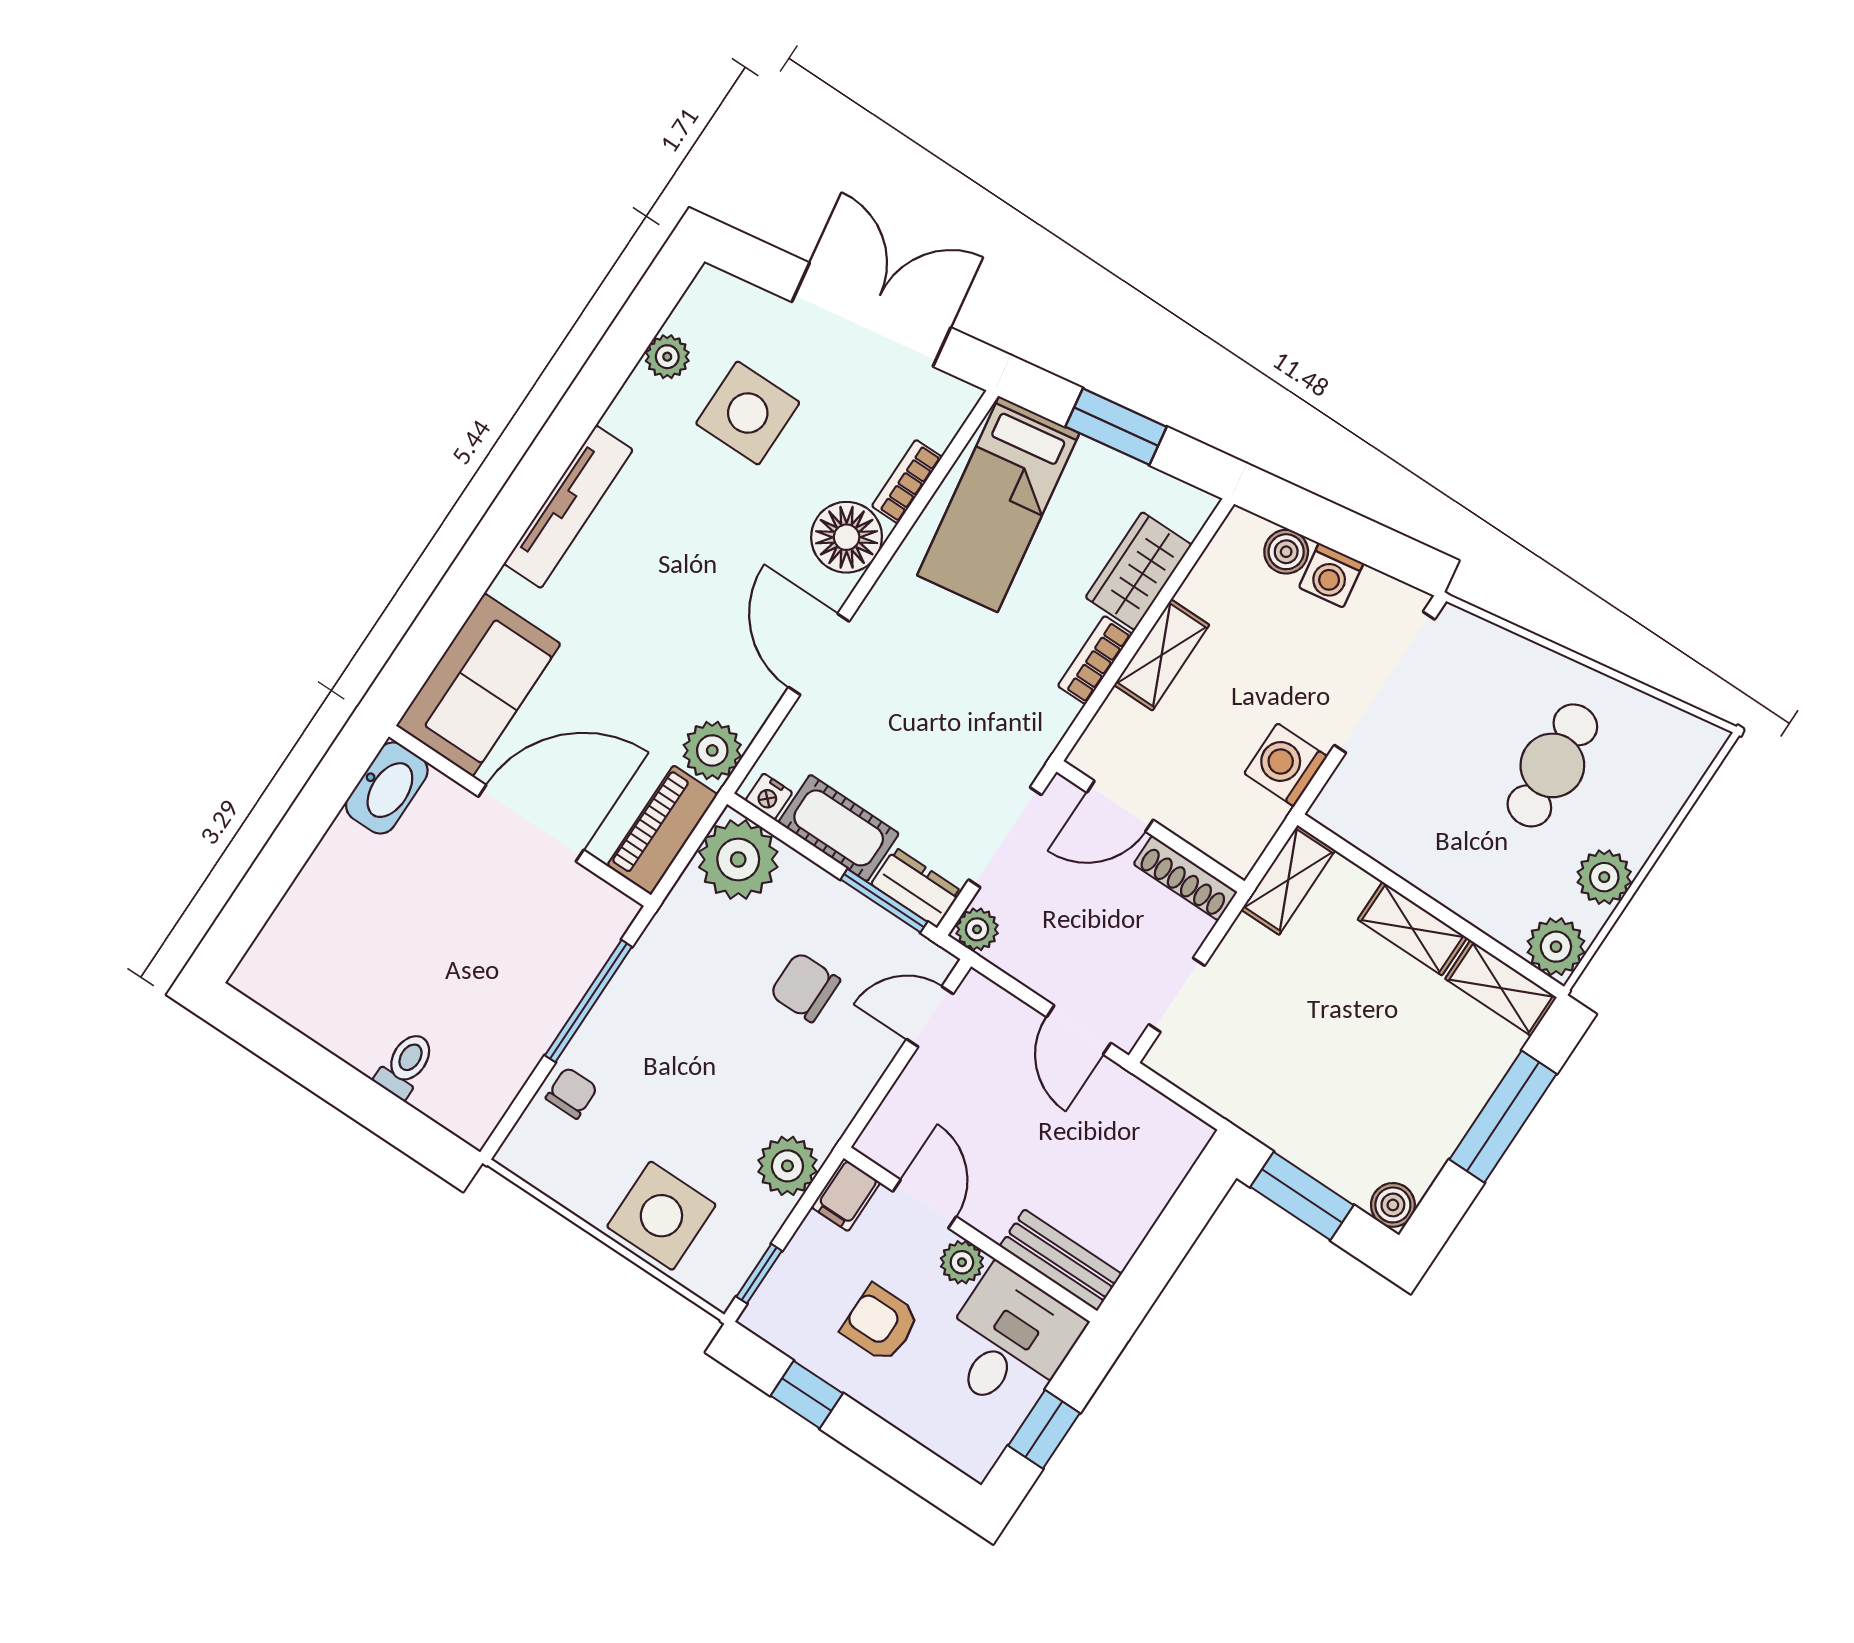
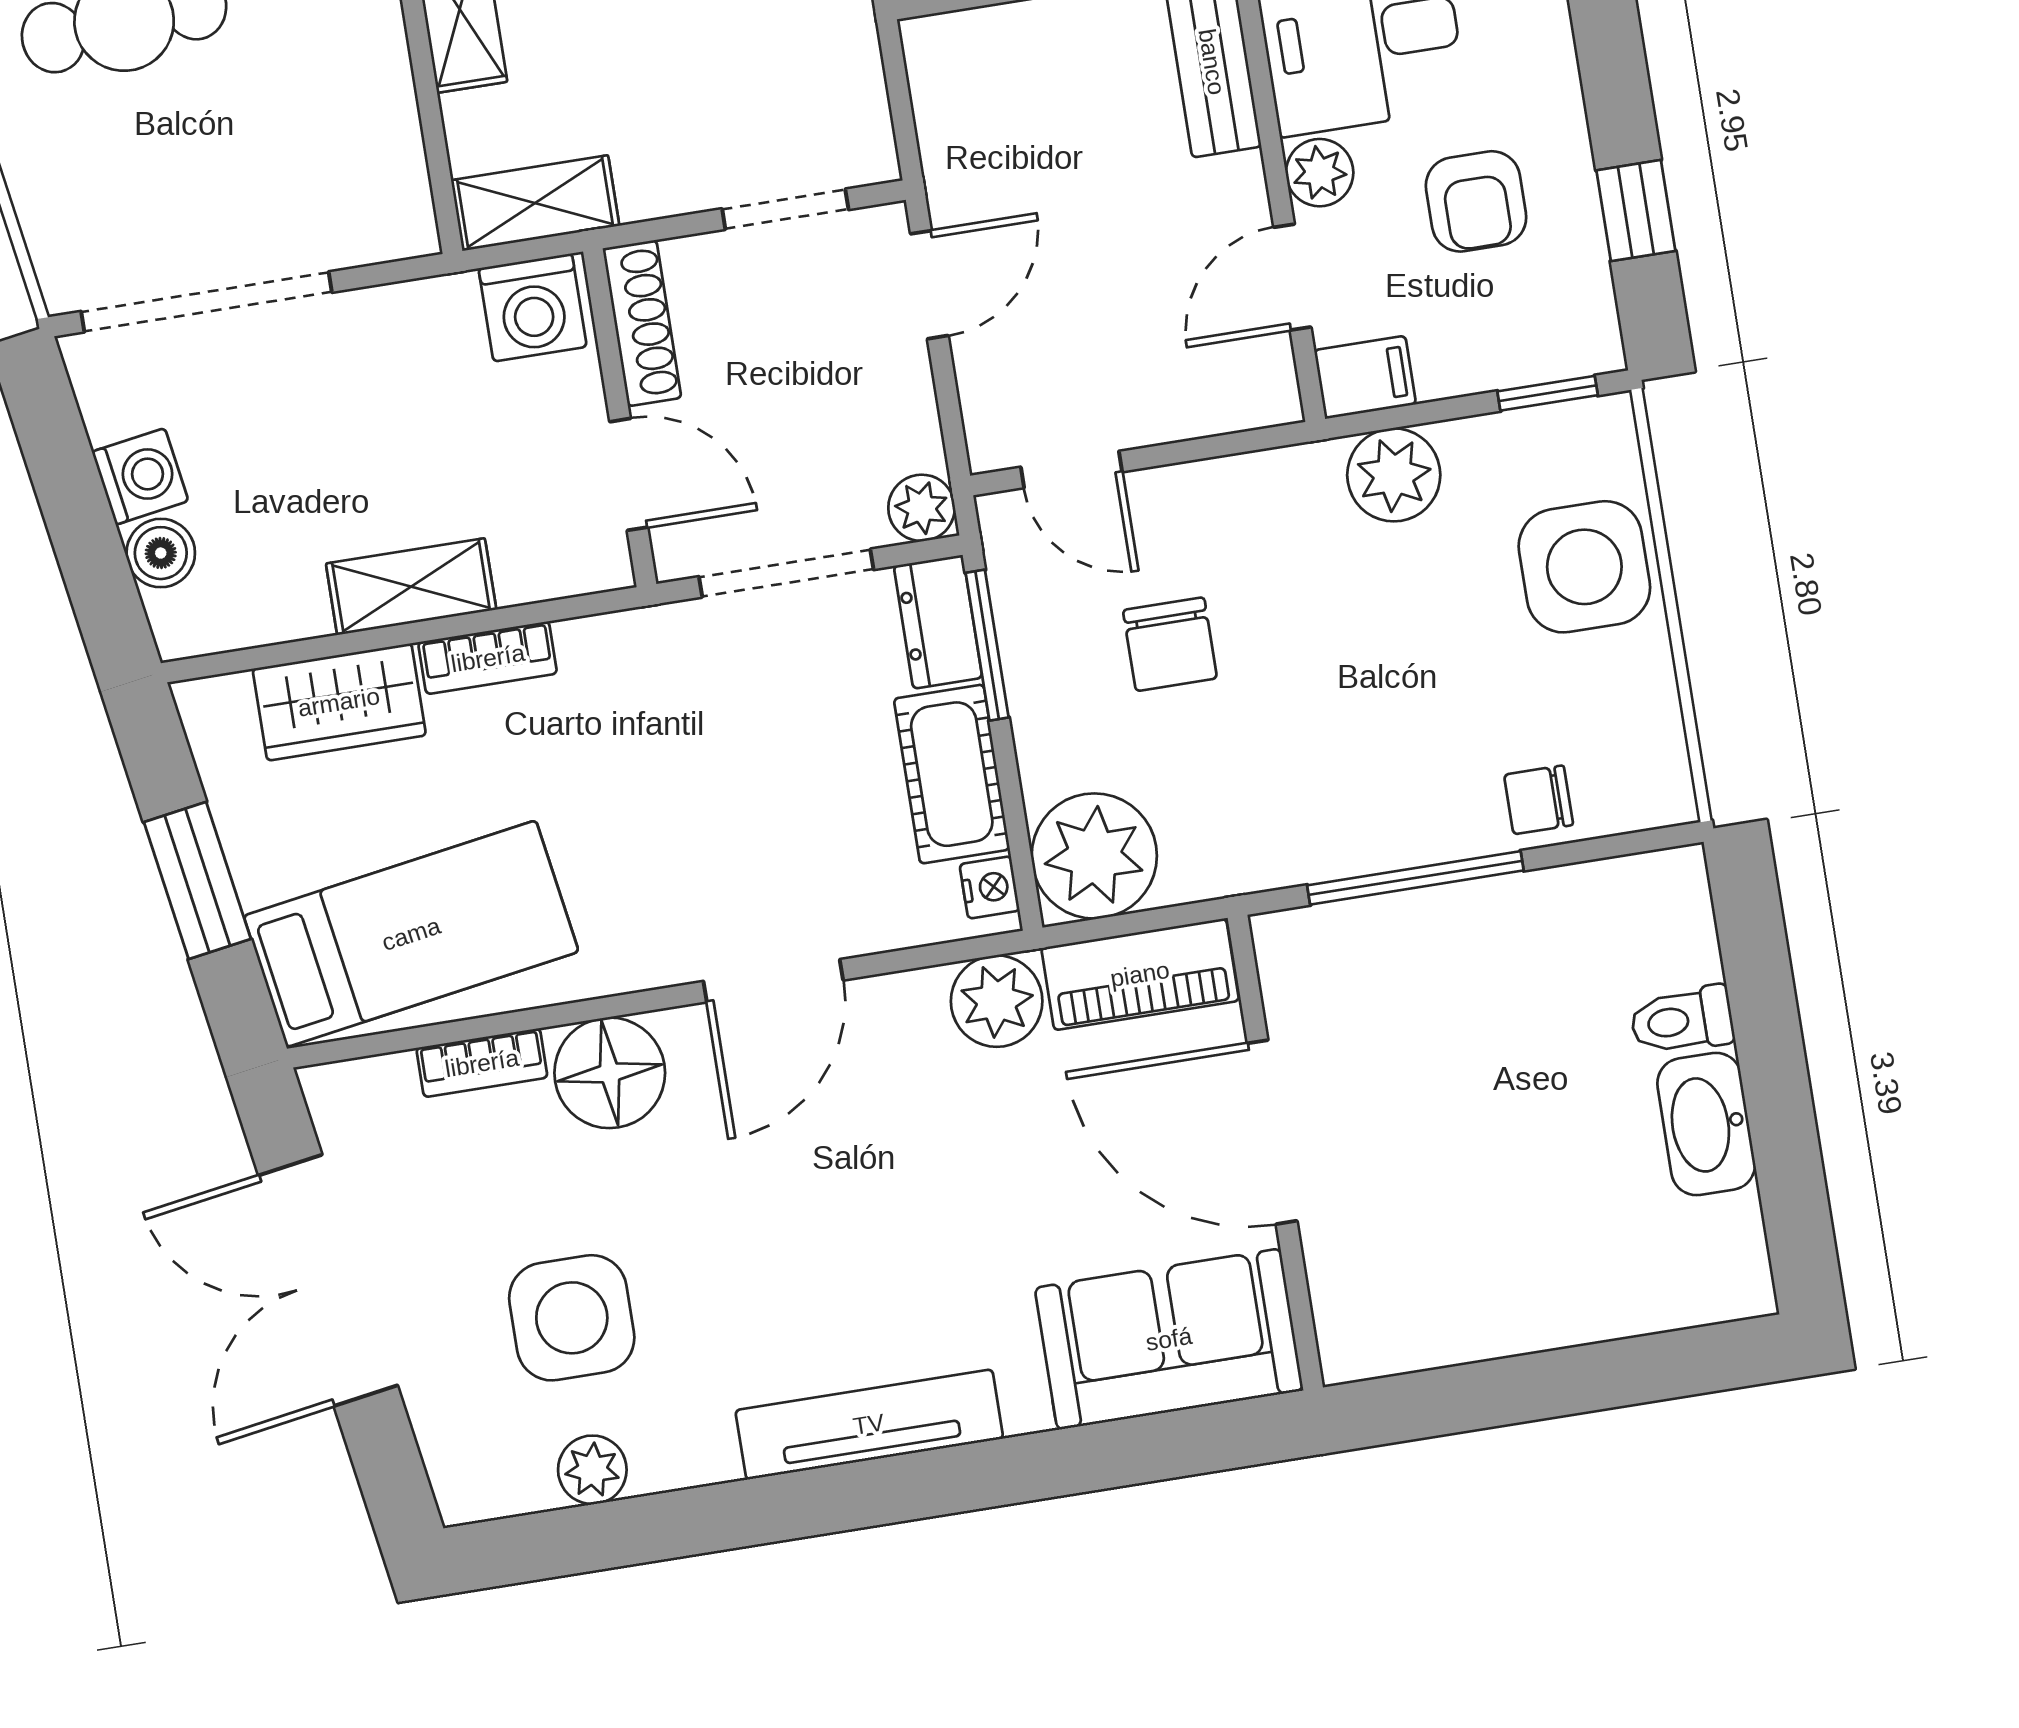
washing machine: (1286, 765) -> (533, 308), moved
washbasin: (387, 788) -> (1706, 1124), moved, turned -90

